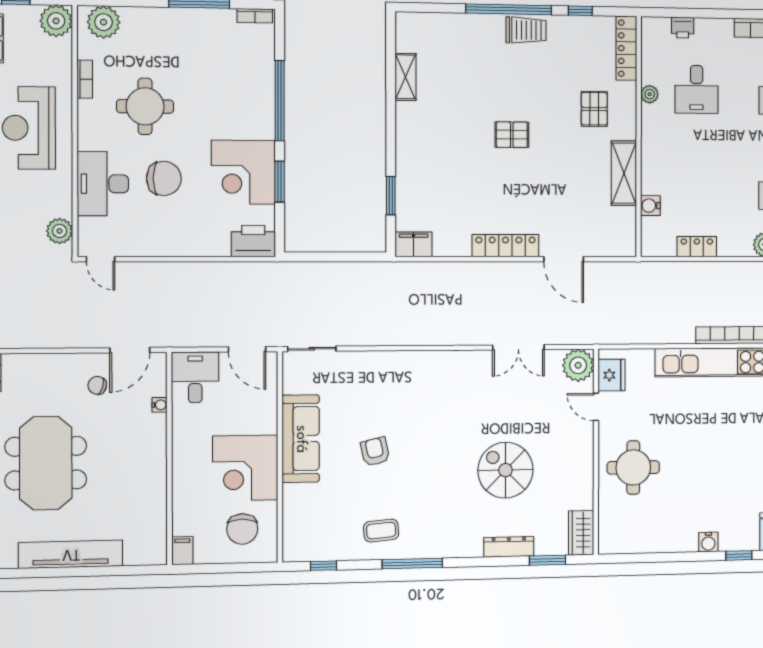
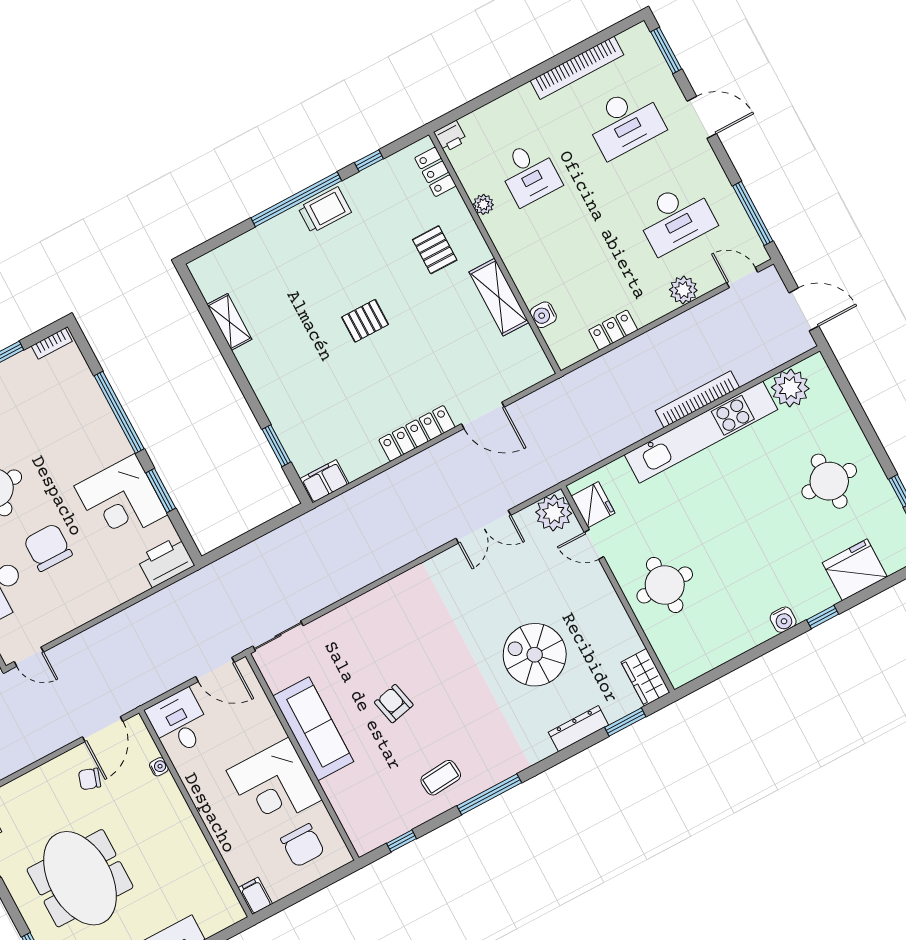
printer: (683, 28) -> (450, 136), moved
locker: (626, 48) -> (435, 172), width x0.66
chair: (164, 178) -> (48, 547), turned -90

